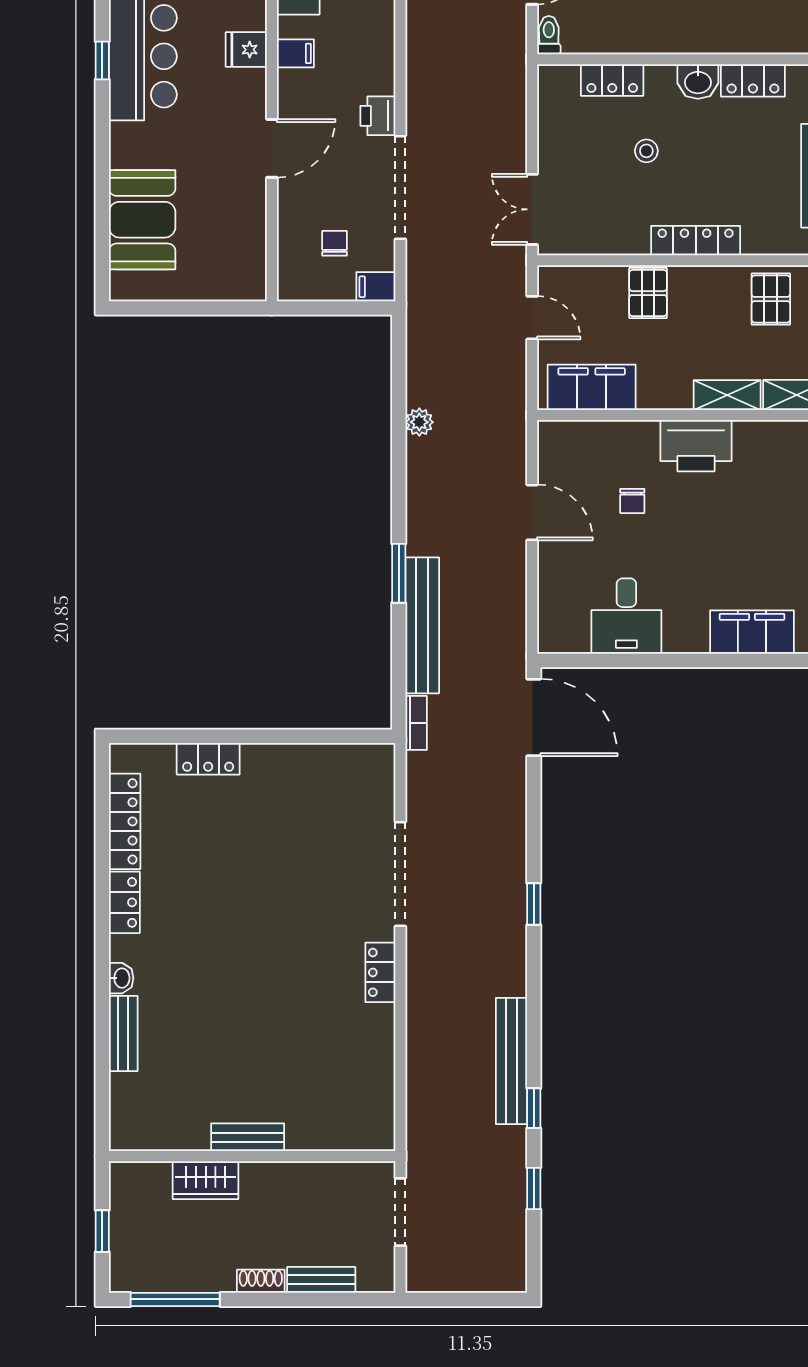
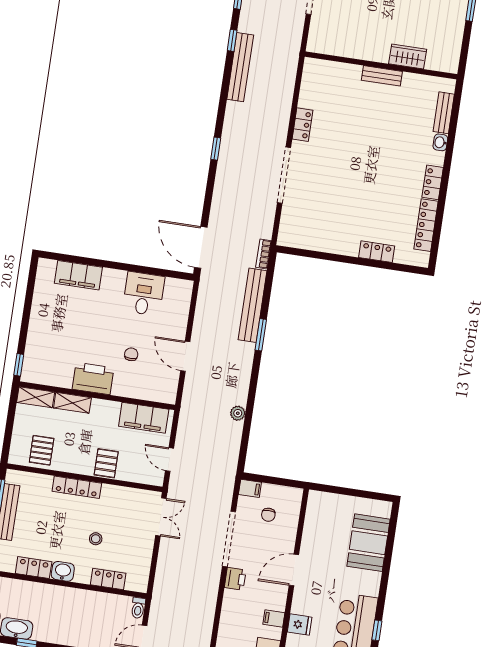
bench: (248, 1137) -> (382, 76), moved
wall: (252, 1156) -> (381, 65), moved
wardrobe: (206, 1180) -> (408, 56), moved

